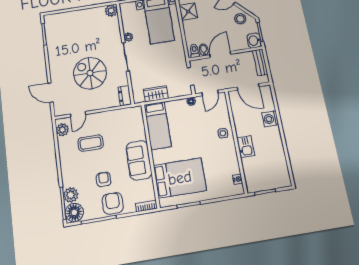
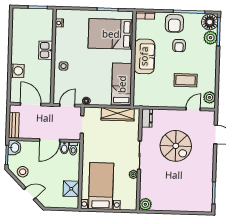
wardrobe: (156, 94) -> (118, 114), width x1.50

